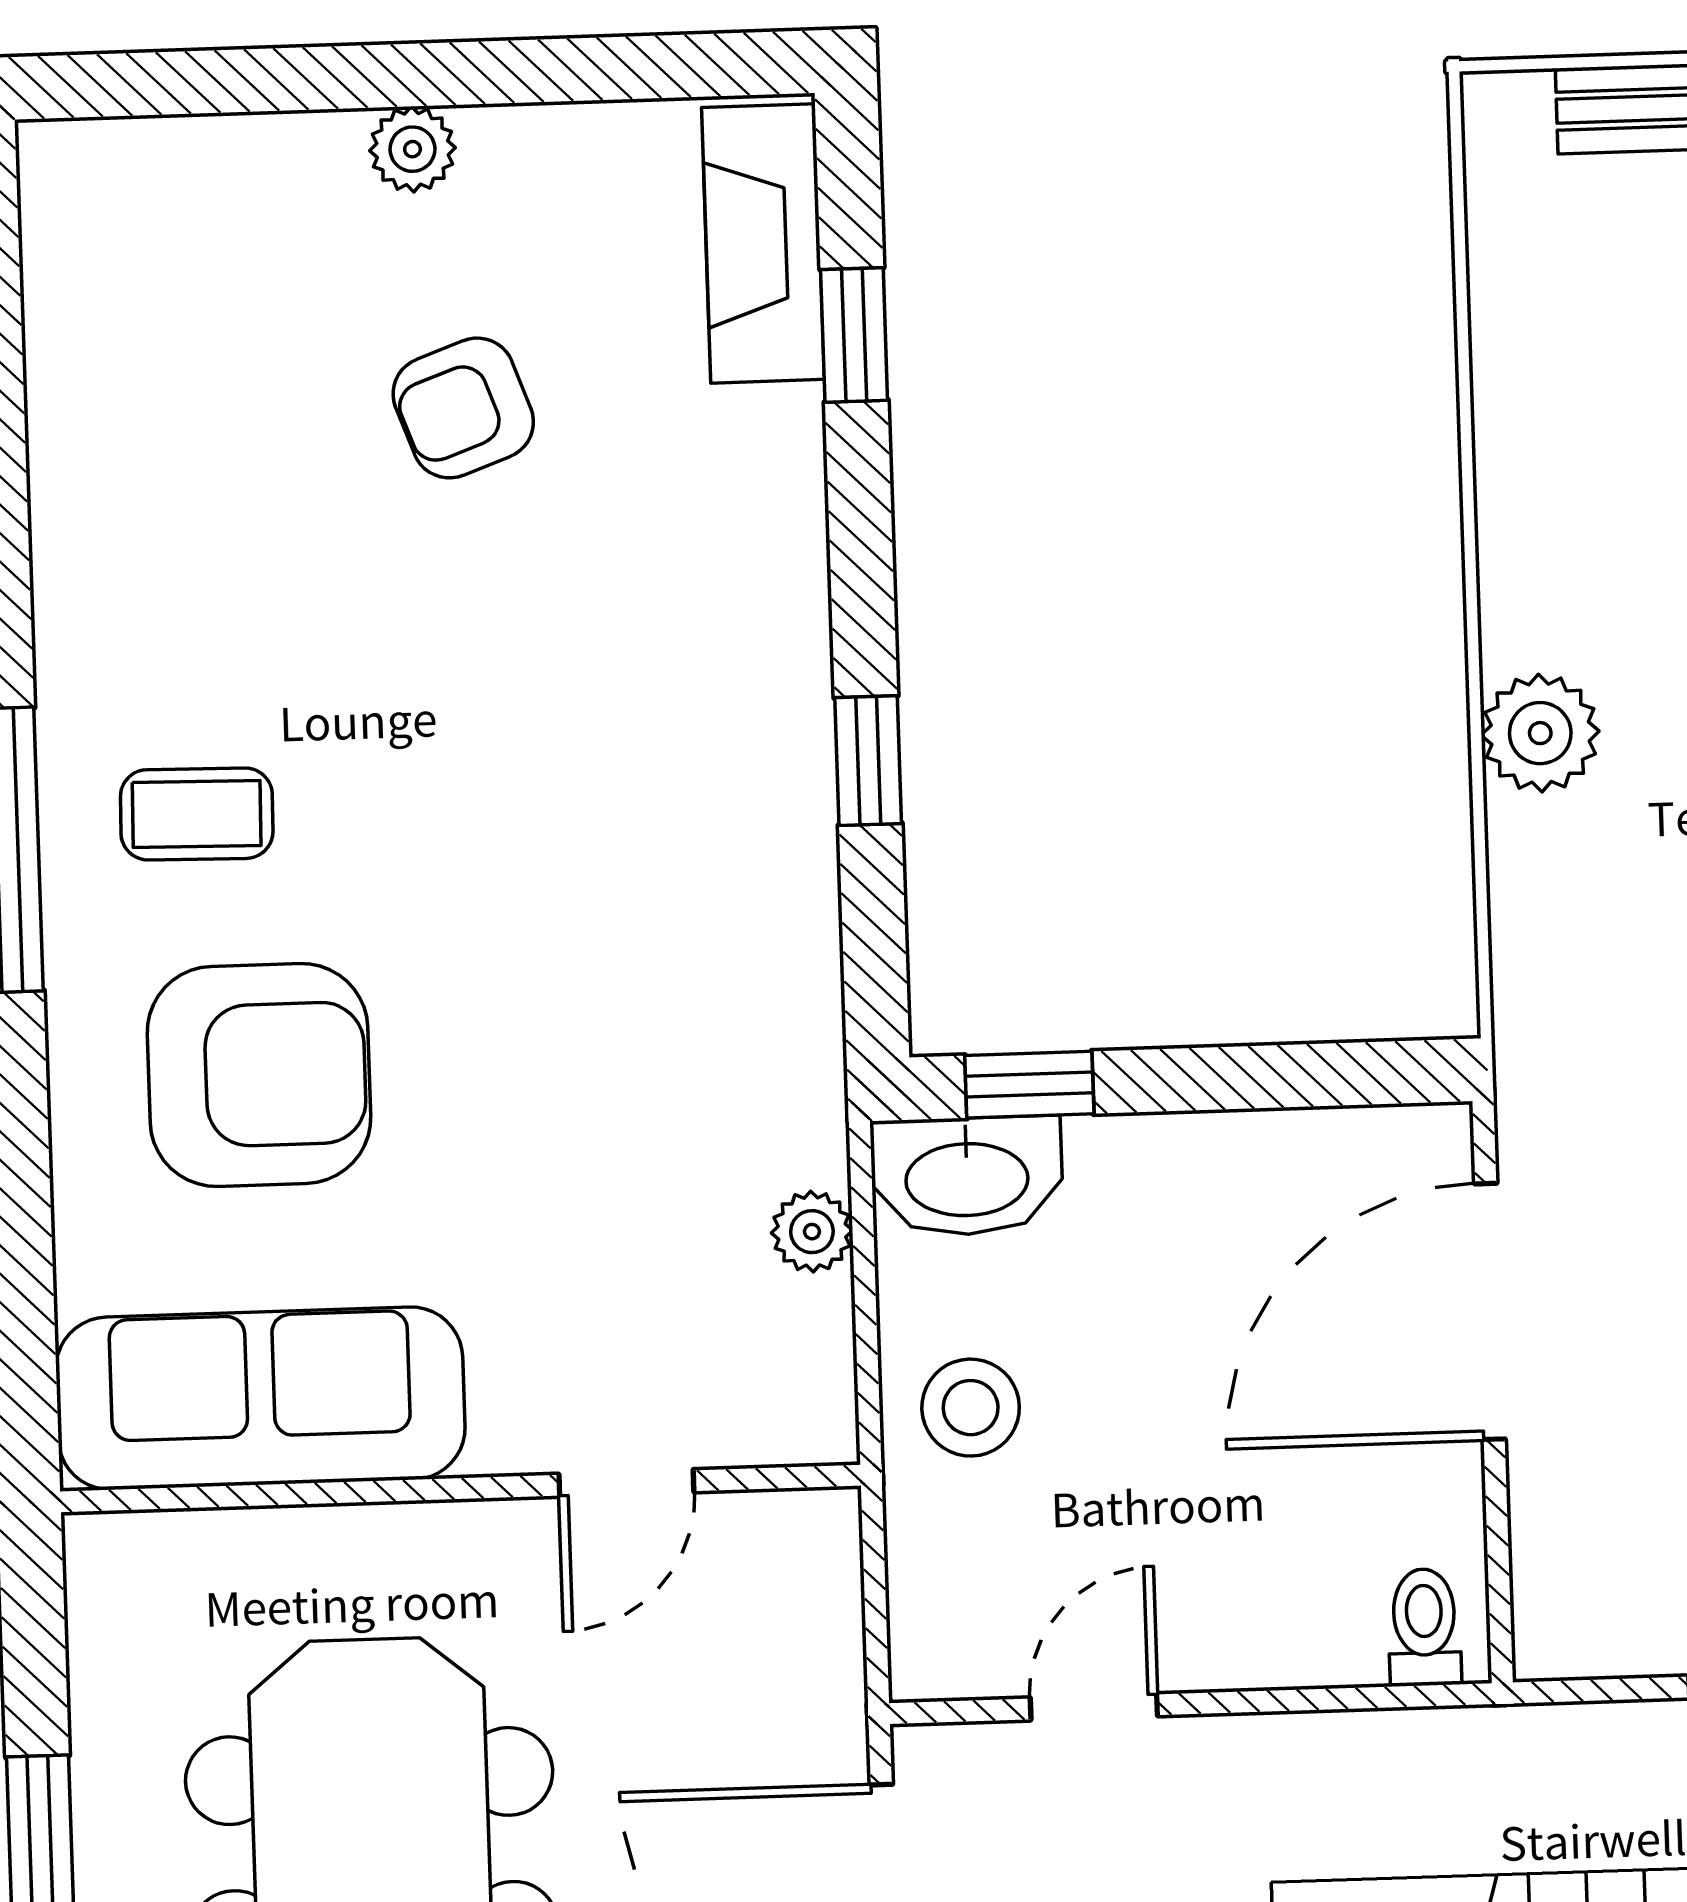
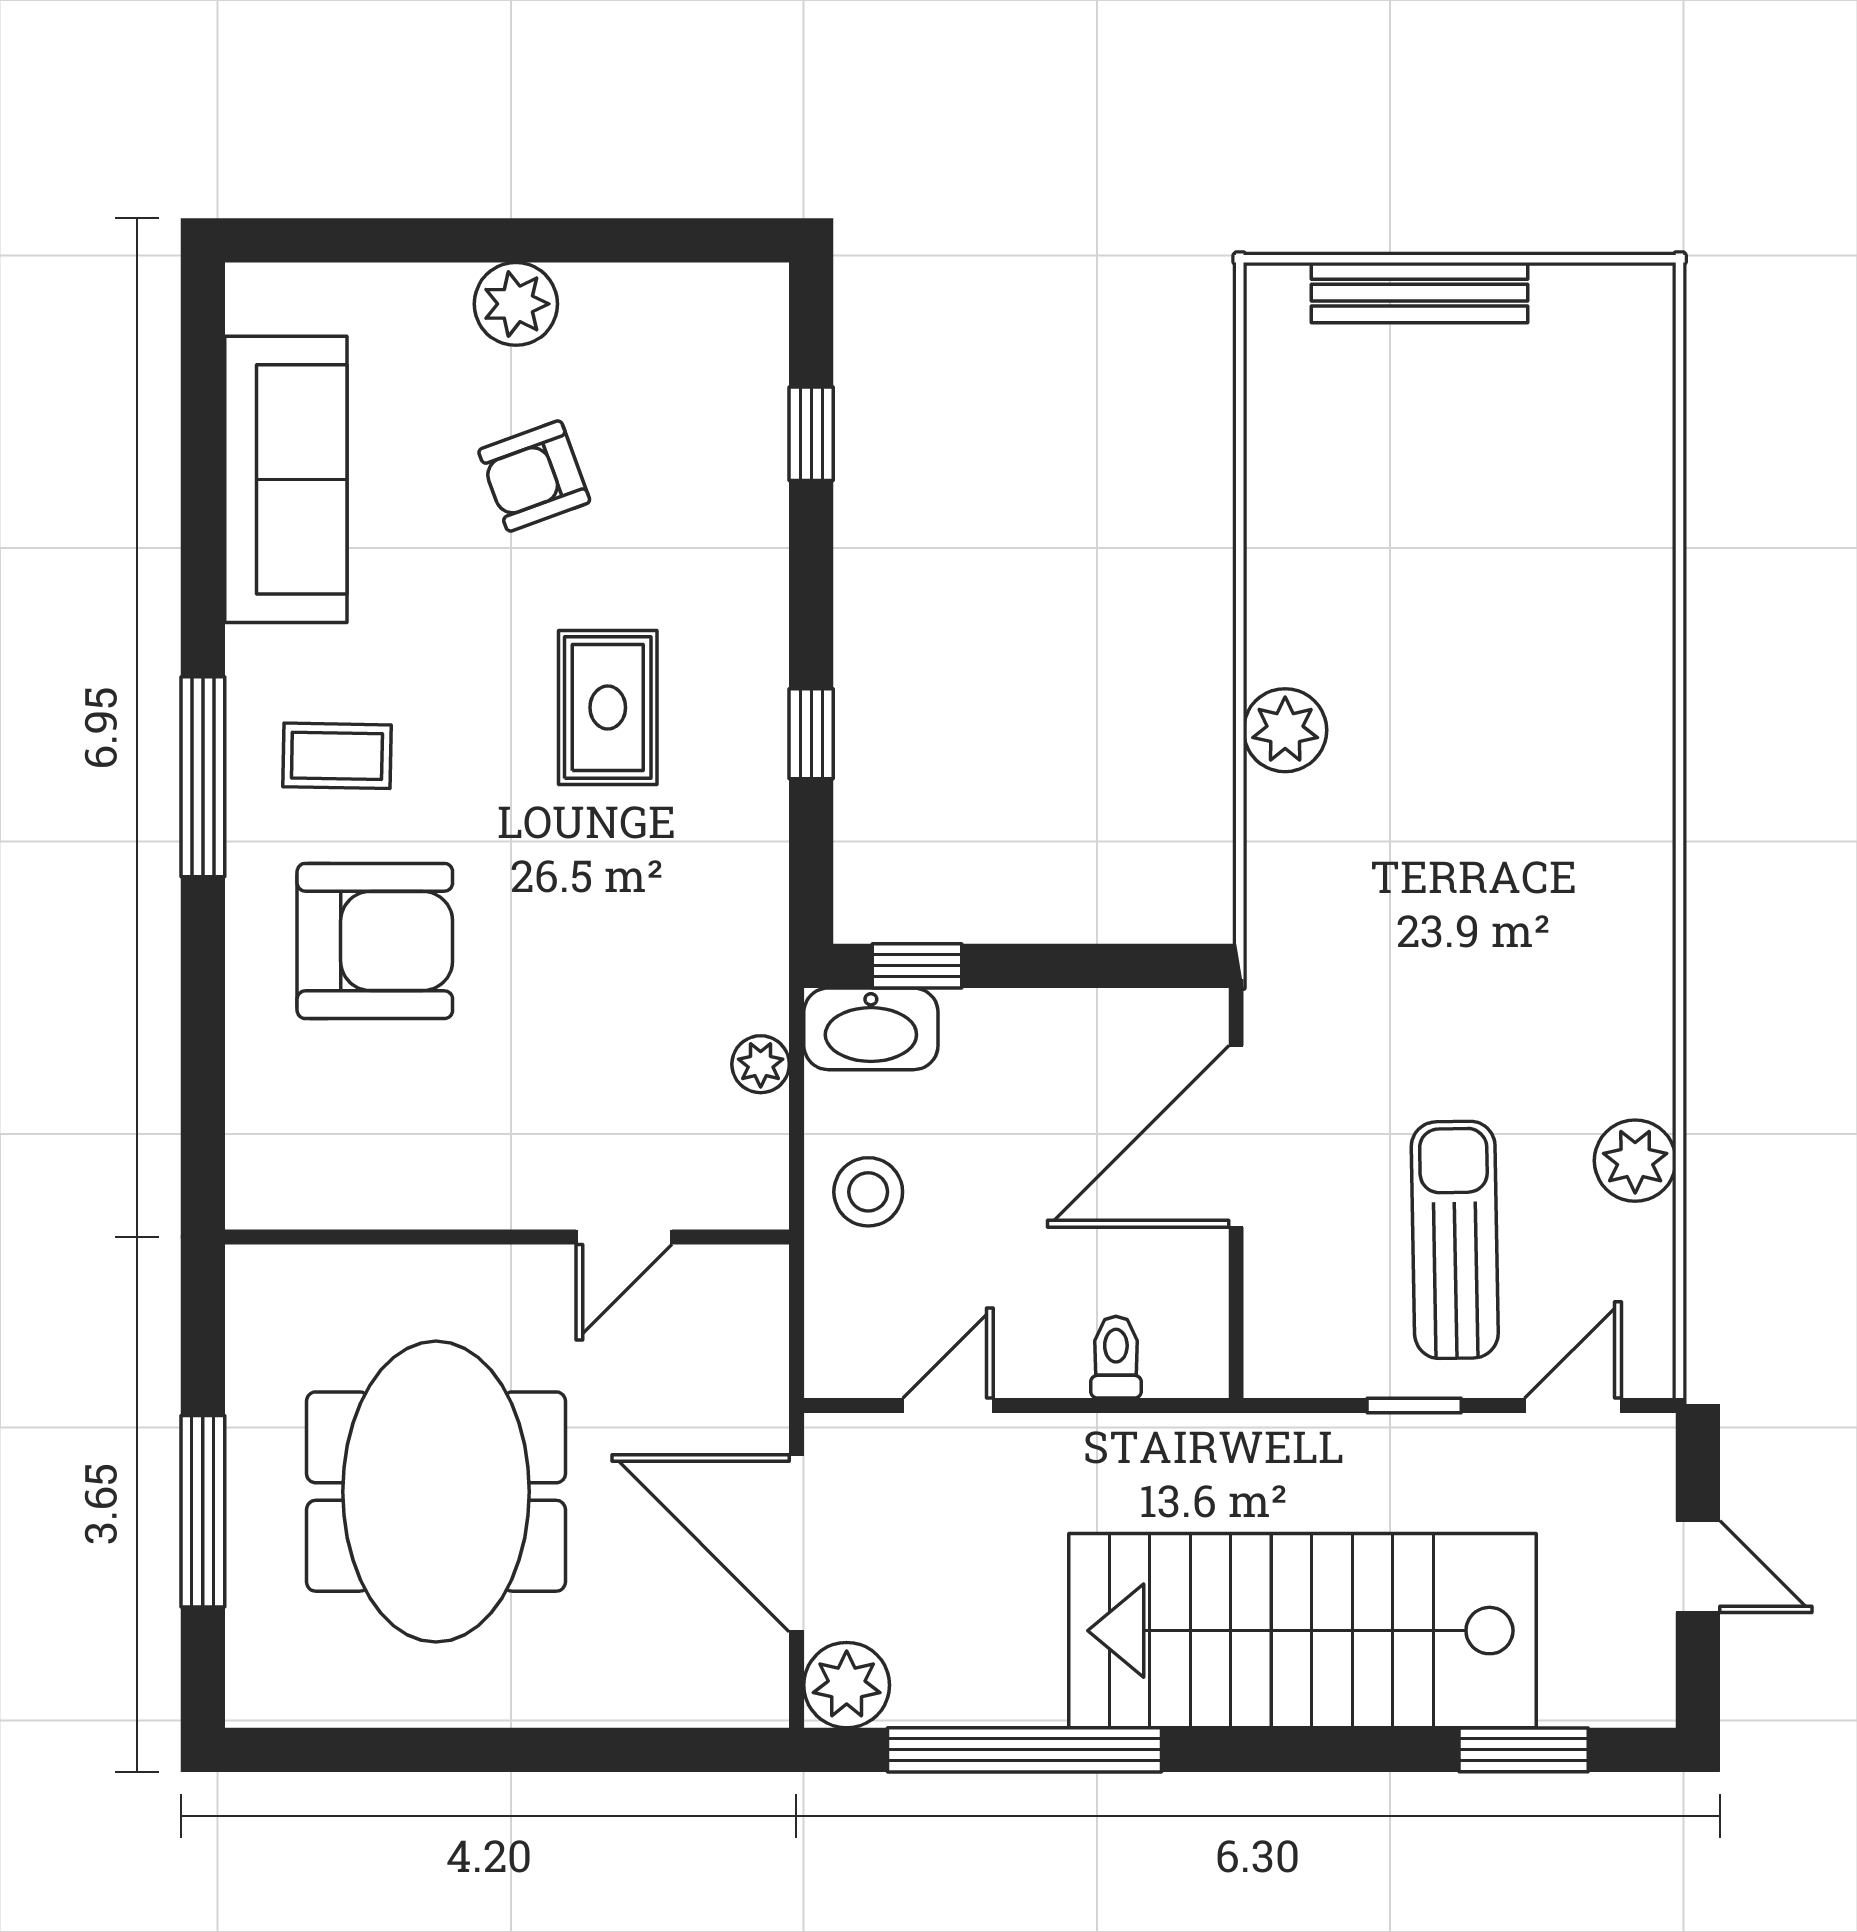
plant: (412, 149) -> (516, 304), width x1.38, depth x1.38
fireplace: (763, 243) -> (749, 367), removed
rug: (578, 733) -> (608, 708), added
sofa: (260, 1398) -> (286, 479), moved, turned 90
toilet: (1424, 1627) -> (1116, 1357), moved

